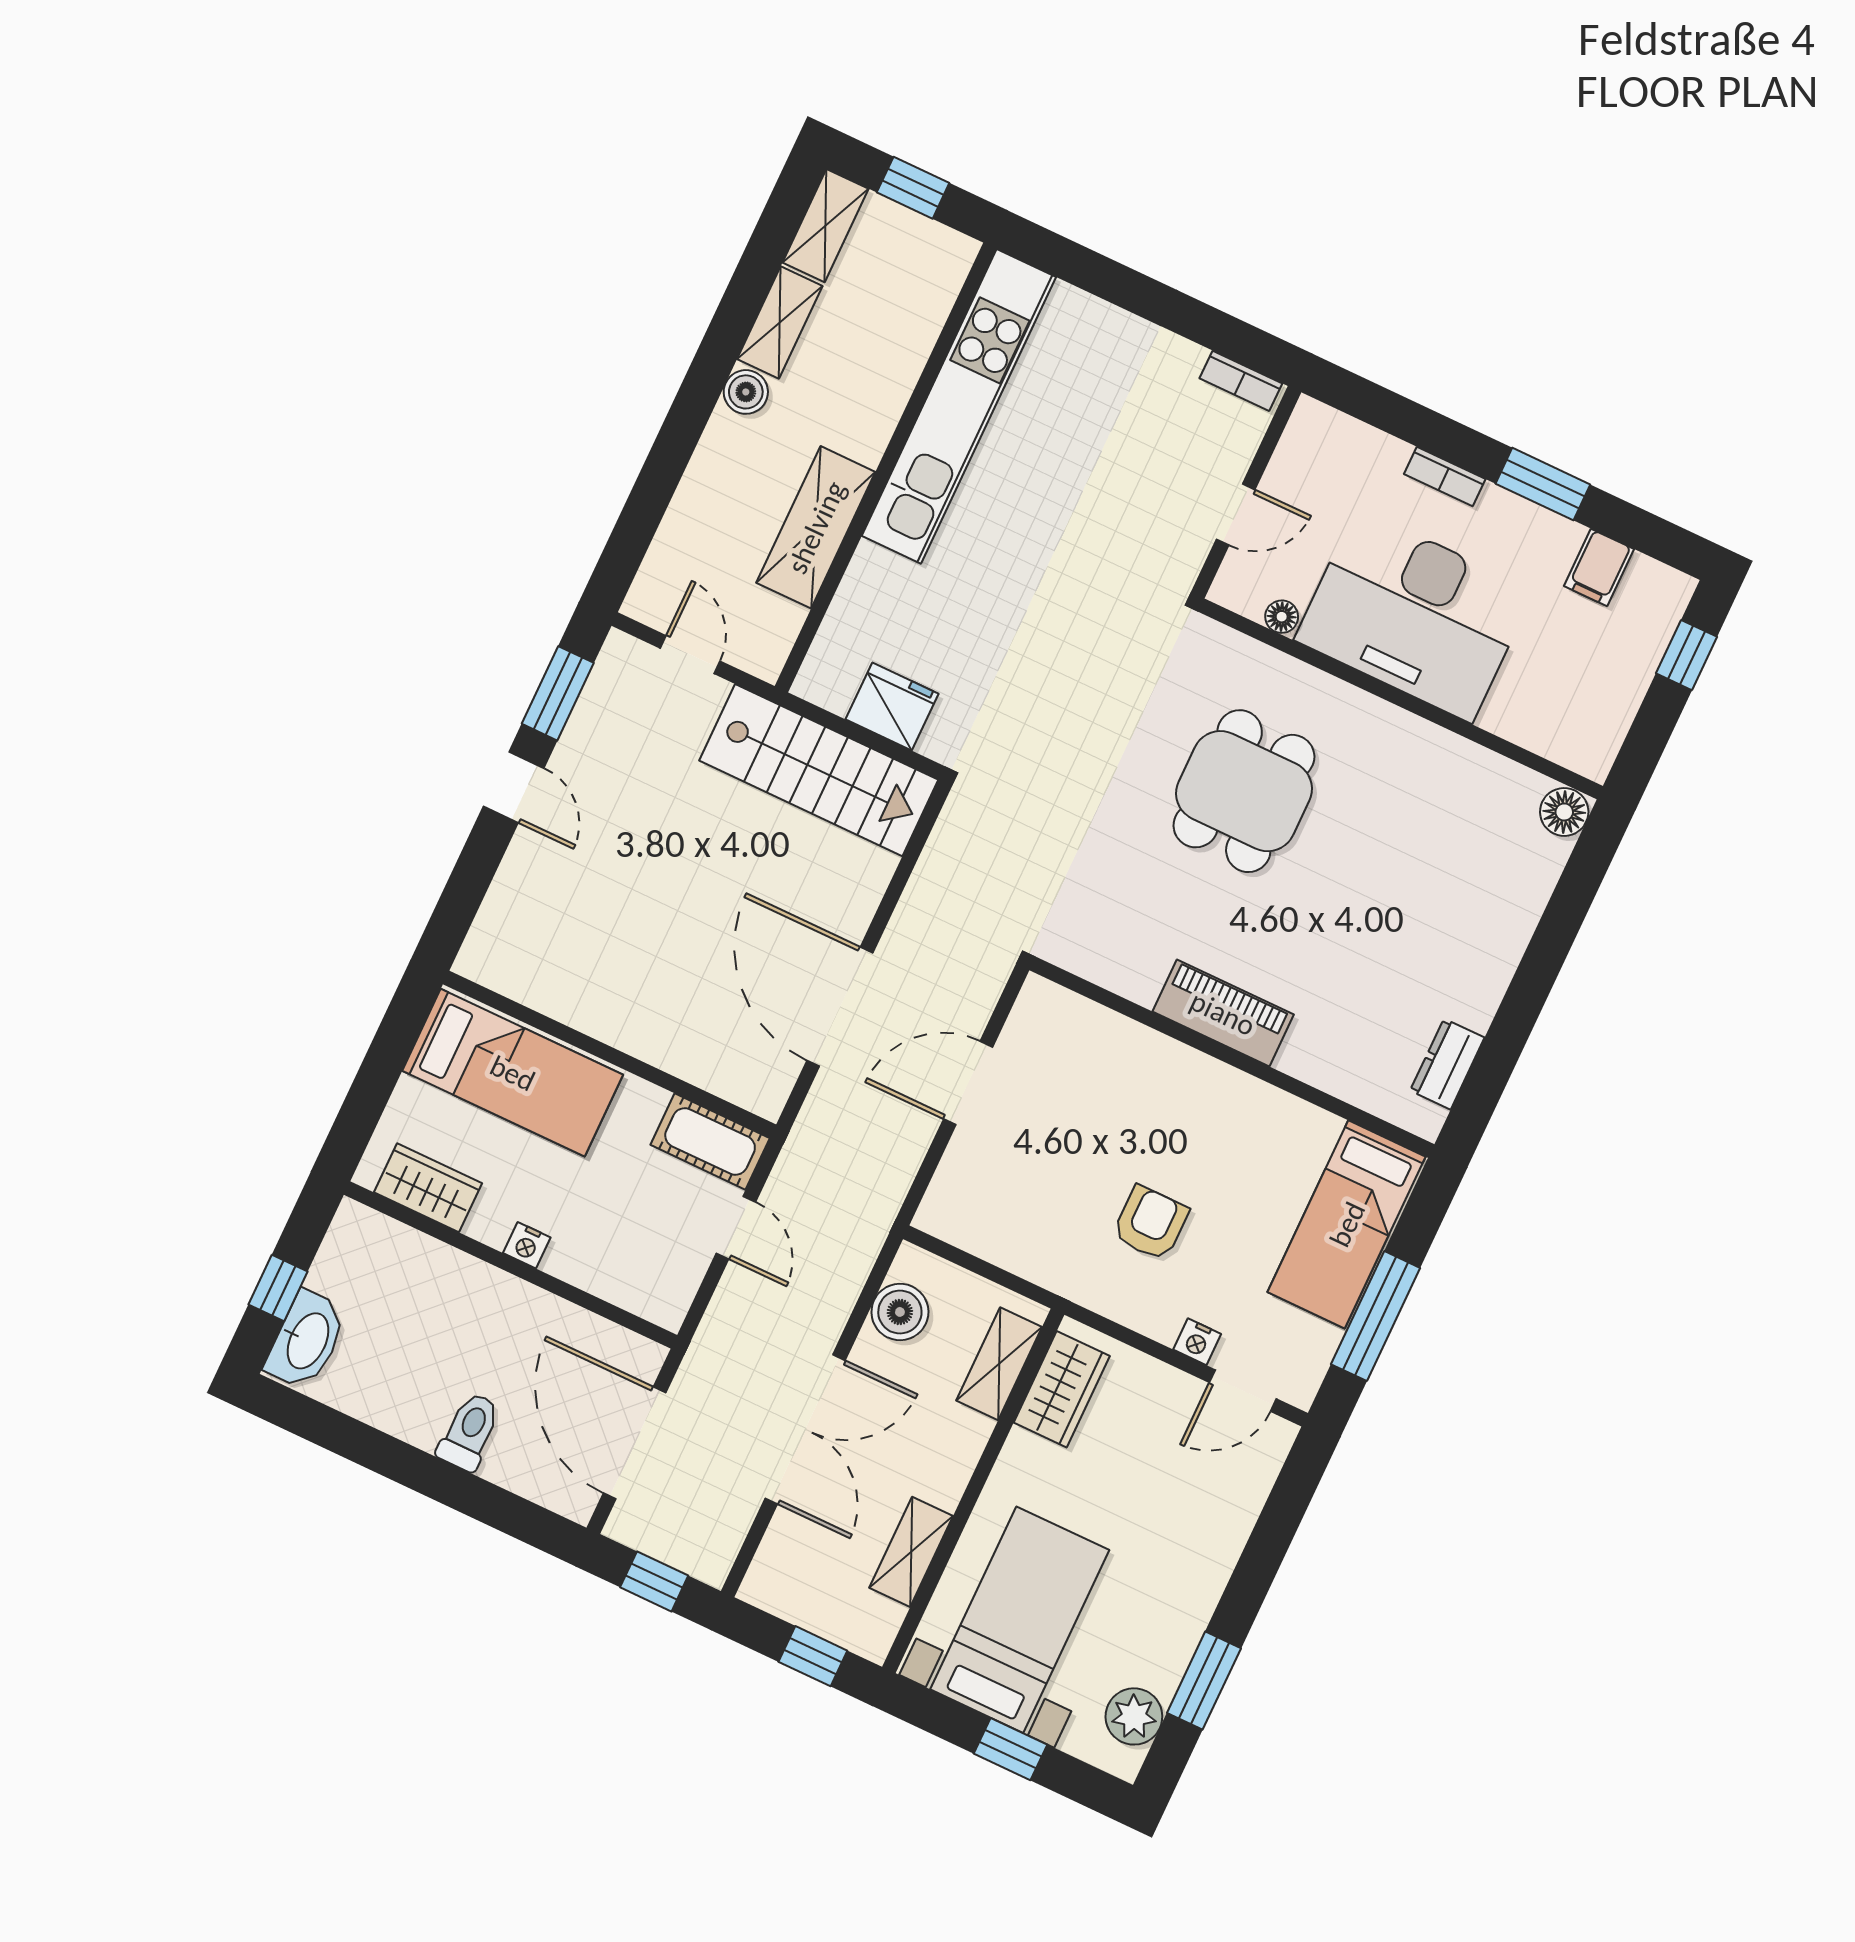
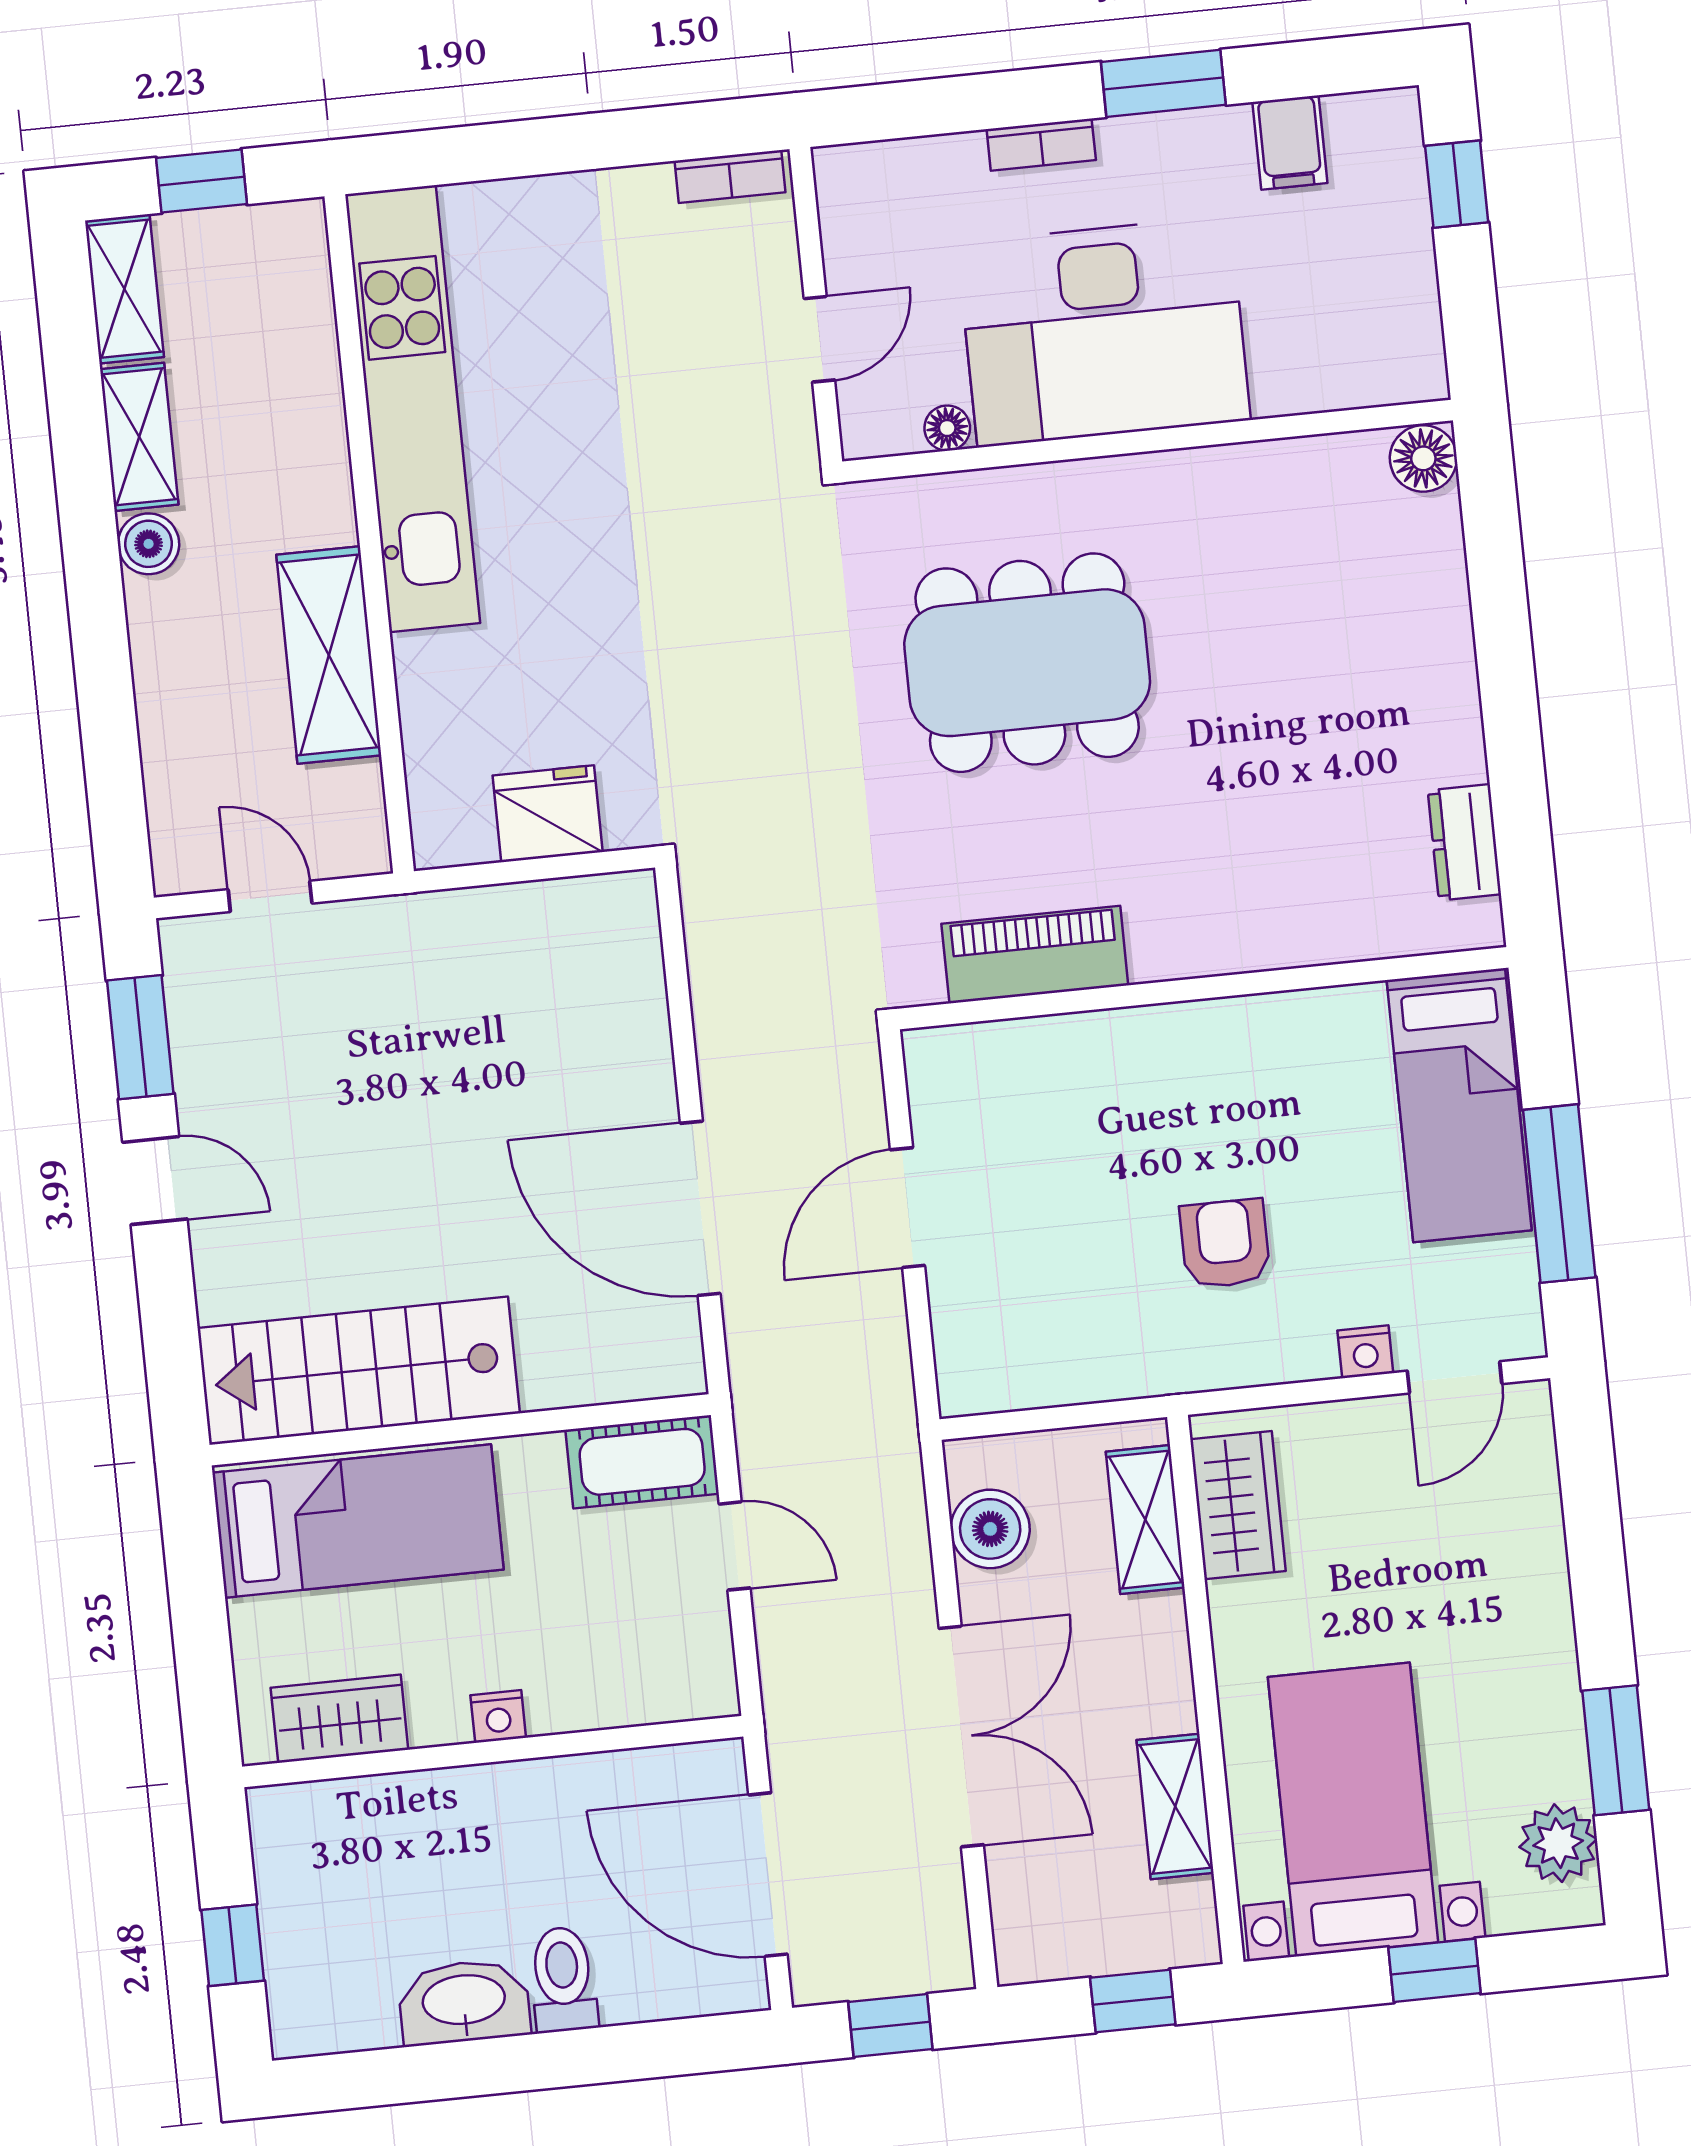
stairs: (819, 770) -> (359, 1371), moved, turned 180
dining table: (1244, 791) -> (1027, 663), width x1.38
piano: (1223, 1013) -> (1035, 955), moved
washbasin: (306, 1340) -> (464, 2002), moved, turned -90

